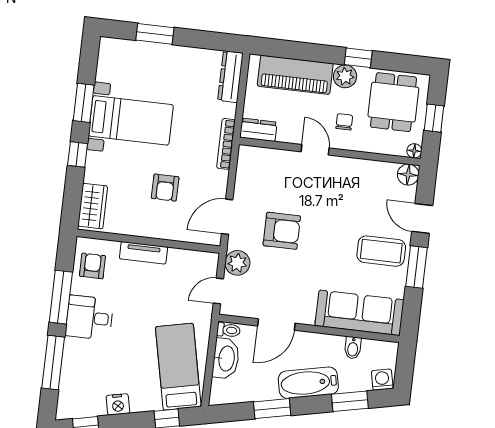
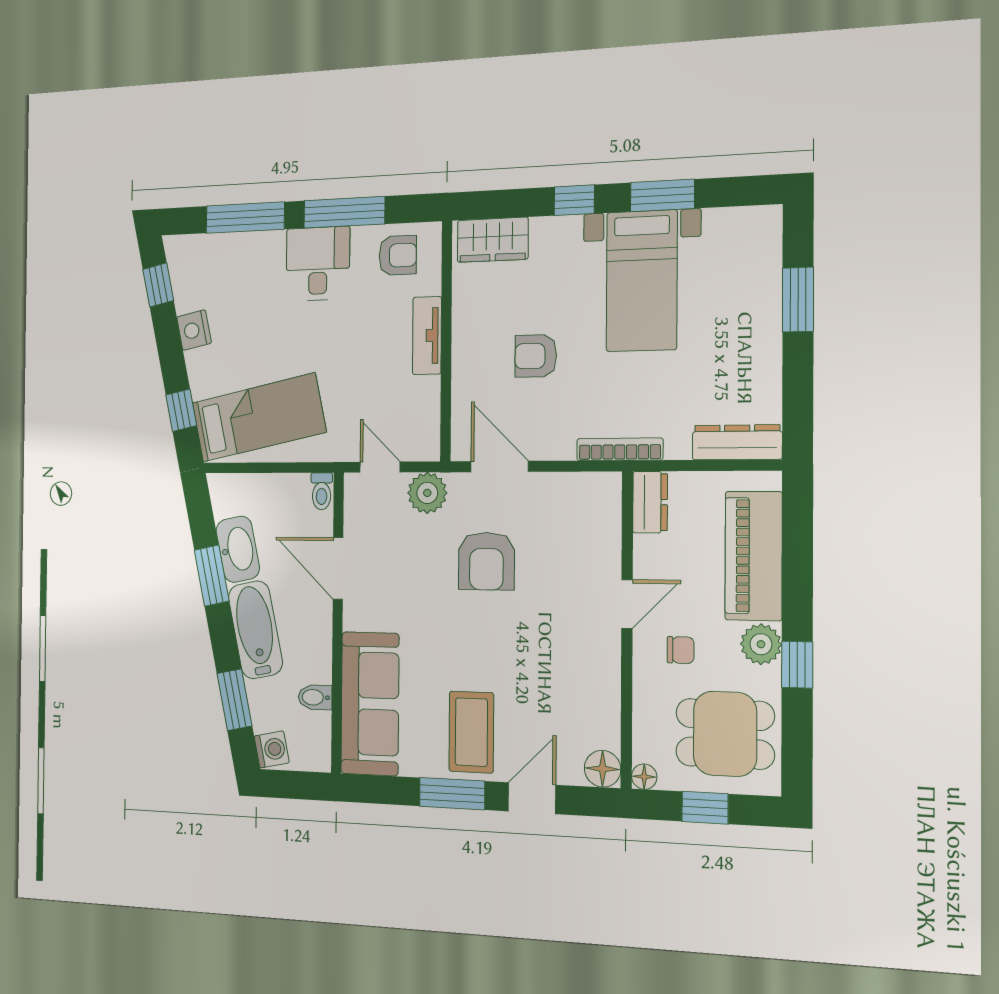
washbasin: (226, 359) -> (238, 549), moved, turned -102

